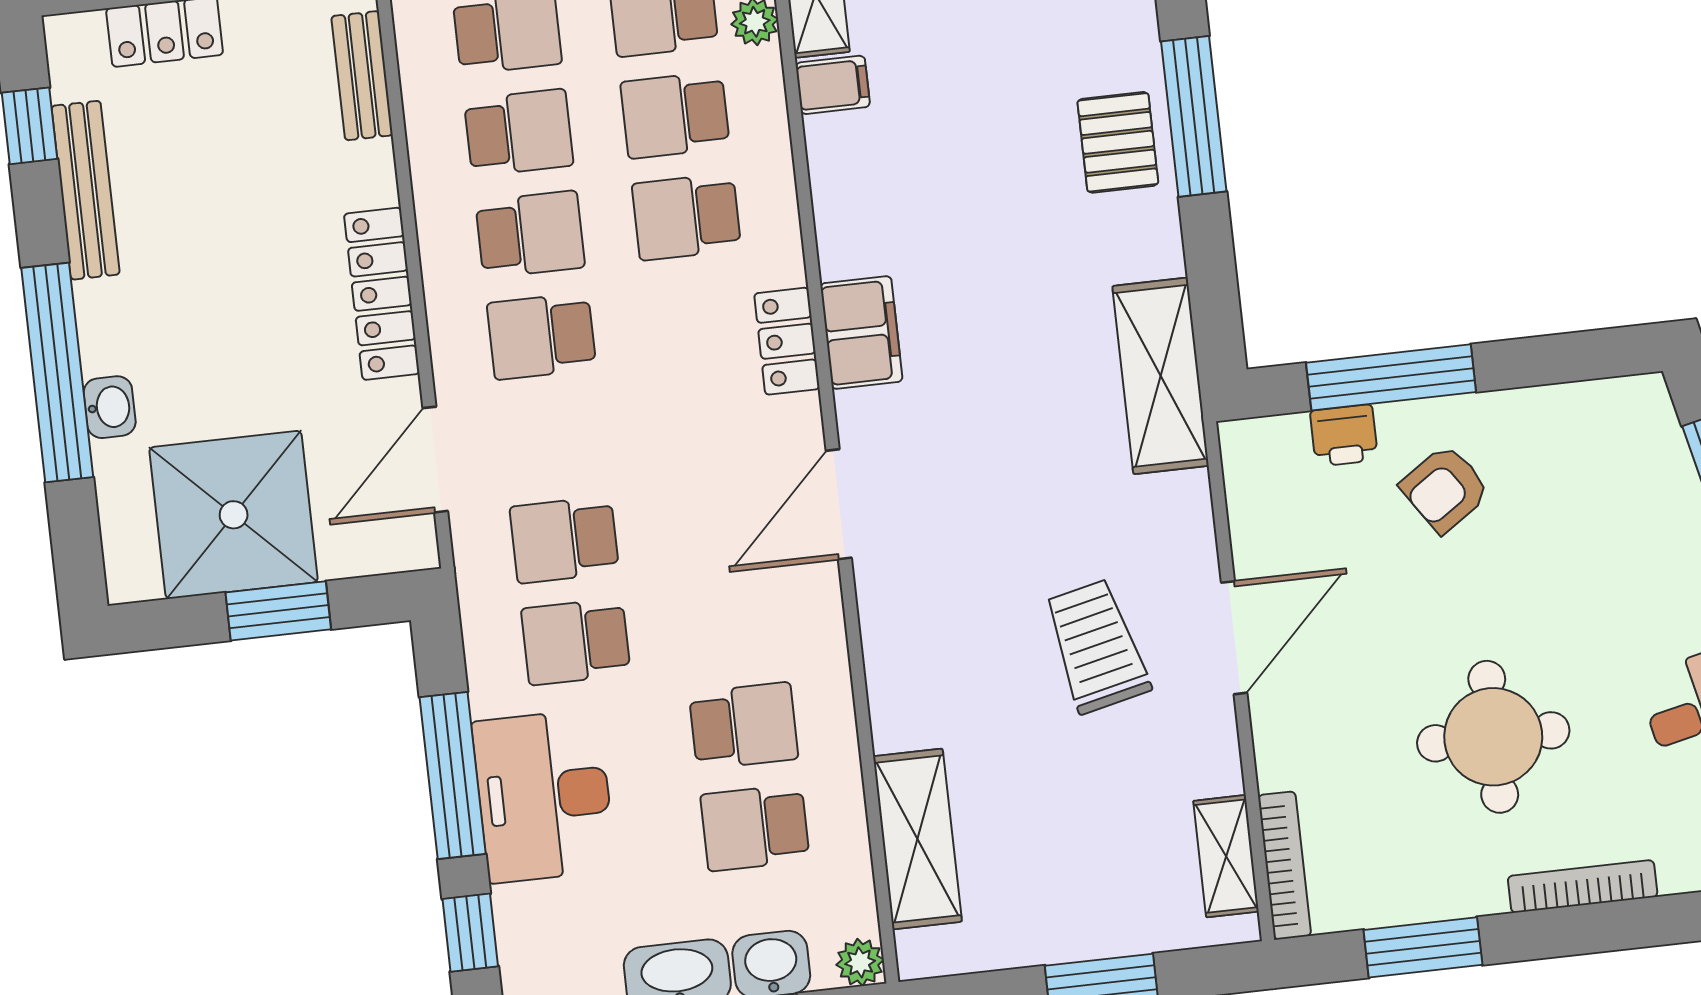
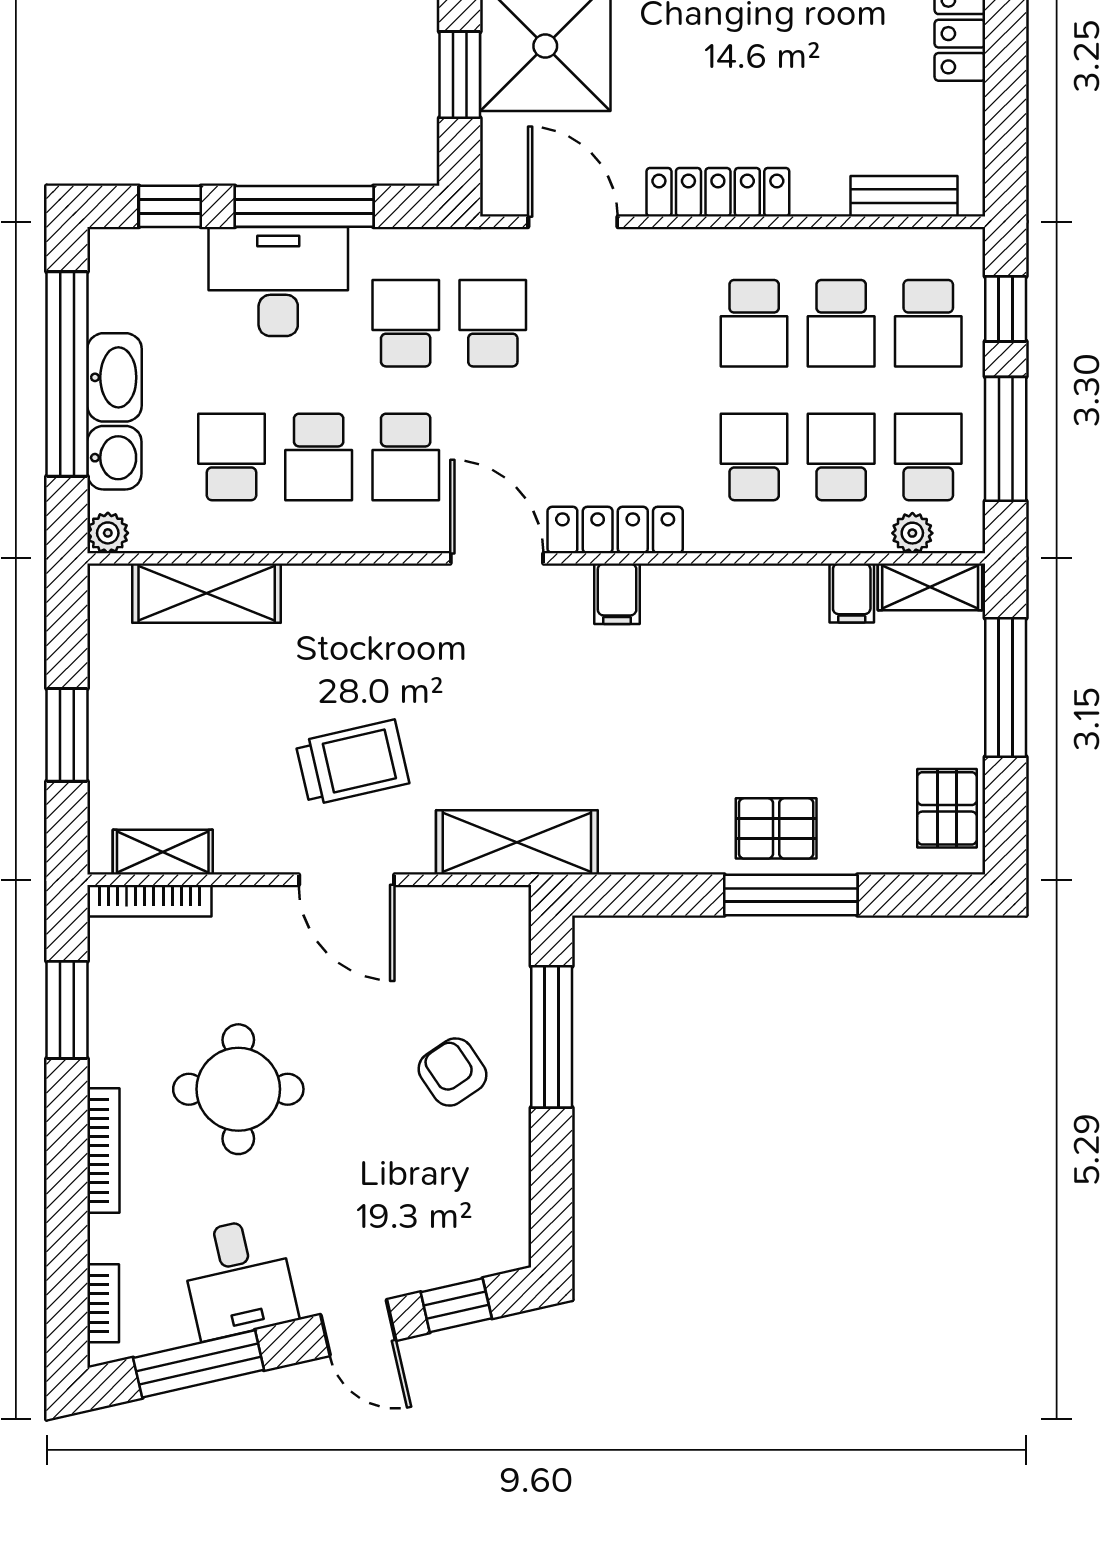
filing cabinet: (861, 333) -> (617, 594), width x0.50
school desk: (542, 336) -> (406, 457), moved, turned 180
locker: (787, 341) -> (615, 530), width x1.53
shelving: (1161, 376) -> (517, 842), moved
printer: (1344, 435) -> (507, 992), removed

